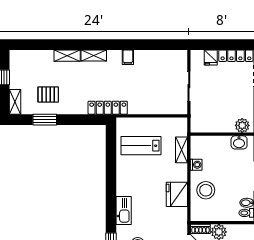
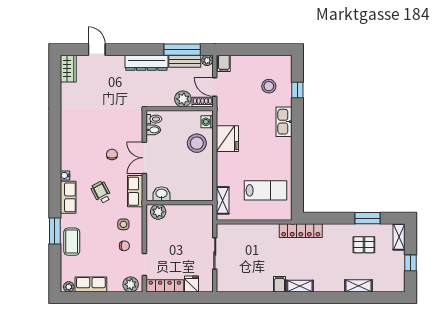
shelving: (94, 55) -> (300, 286), moved
shelving: (67, 56) -> (359, 286), moved
shelving: (181, 150) -> (223, 200), moved
washing machine: (196, 165) -> (207, 122), moved

